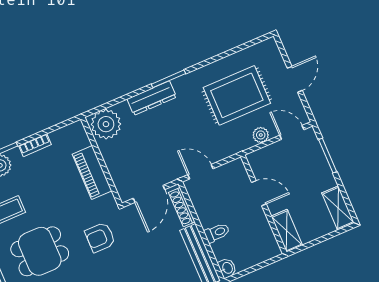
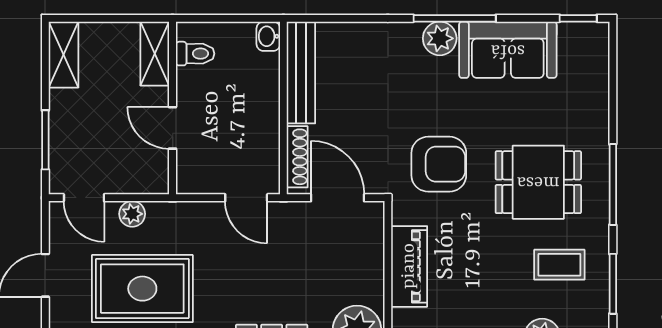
door: (149, 194) -> (338, 198), hinge flipped
toilet: (217, 233) -> (195, 54), moved, turned 180
armchair: (100, 237) -> (439, 164), width x1.38, depth x1.38

